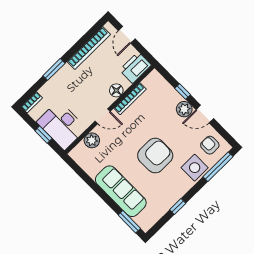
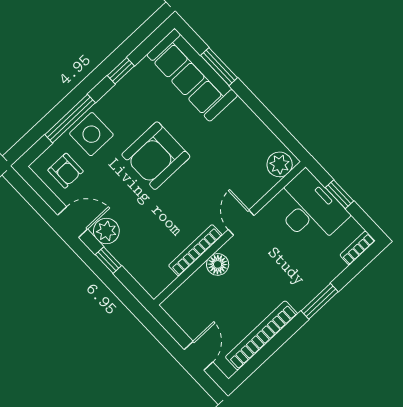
printer: (135, 68) -> (185, 301), removed
door: (103, 116) -> (241, 222), hinge flipped
plant: (92, 140) -> (280, 164), moved
window: (218, 167) -> (70, 119), moved
sofa: (121, 191) -> (192, 75), moved
window: (129, 222) -> (219, 67), moved

